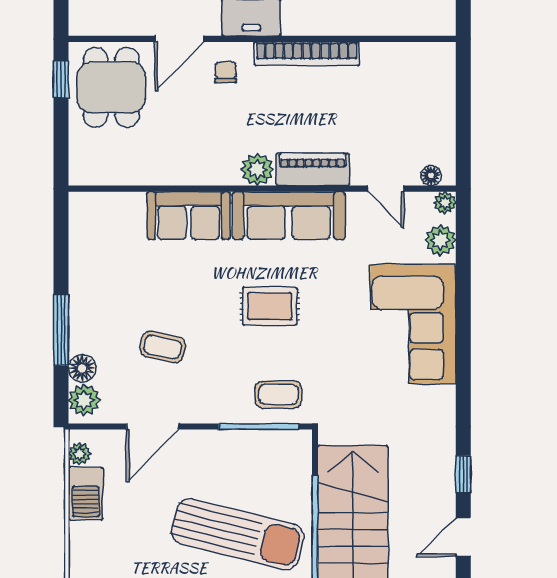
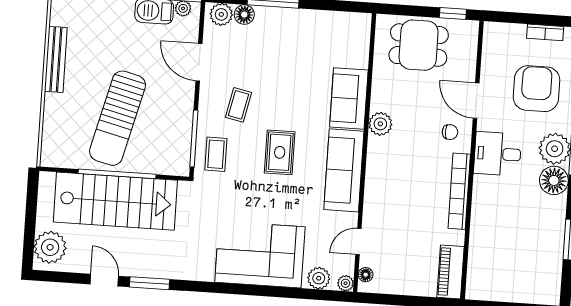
dining table: (111, 87) -> (419, 45), moved
plant: (257, 169) -> (380, 124), moved
piano: (313, 169) -> (451, 272), moved, turned 180
coffee table: (163, 347) -> (239, 105), moved
window: (463, 474) -> (149, 283), width x1.50

